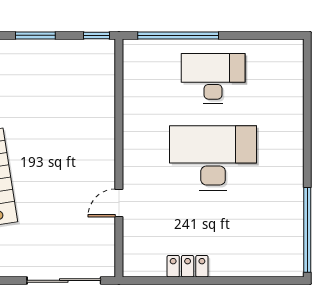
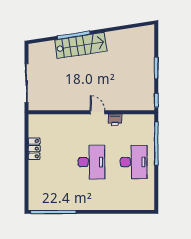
printer: (133, 113) -> (115, 120), added
desk: (213, 158) -> (91, 162), width x0.73, depth x0.77
door: (119, 203) -> (97, 112), moved

